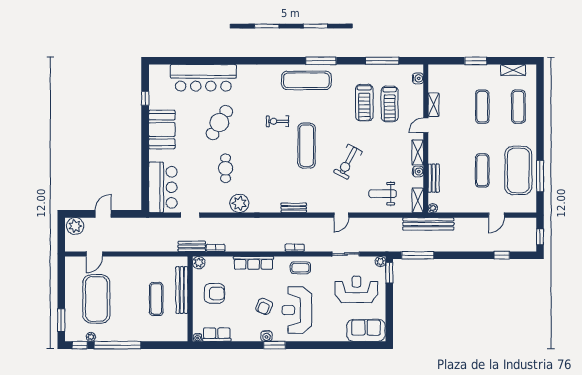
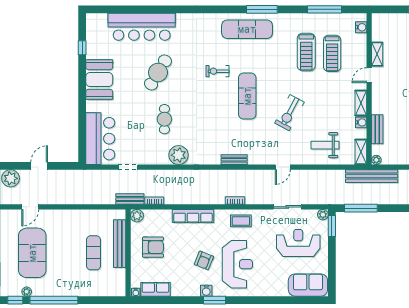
reception desk: (297, 310) -> (237, 264), turned 180

